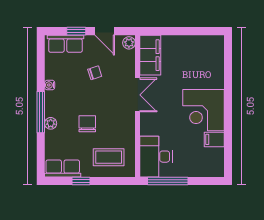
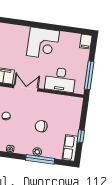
window: (41, 112) -> (40, 159), moved
filing cabinet: (214, 139) -> (86, 42), moved
coffee table: (109, 157) -> (67, 114), removed
desk: (156, 157) -> (60, 80), moved

